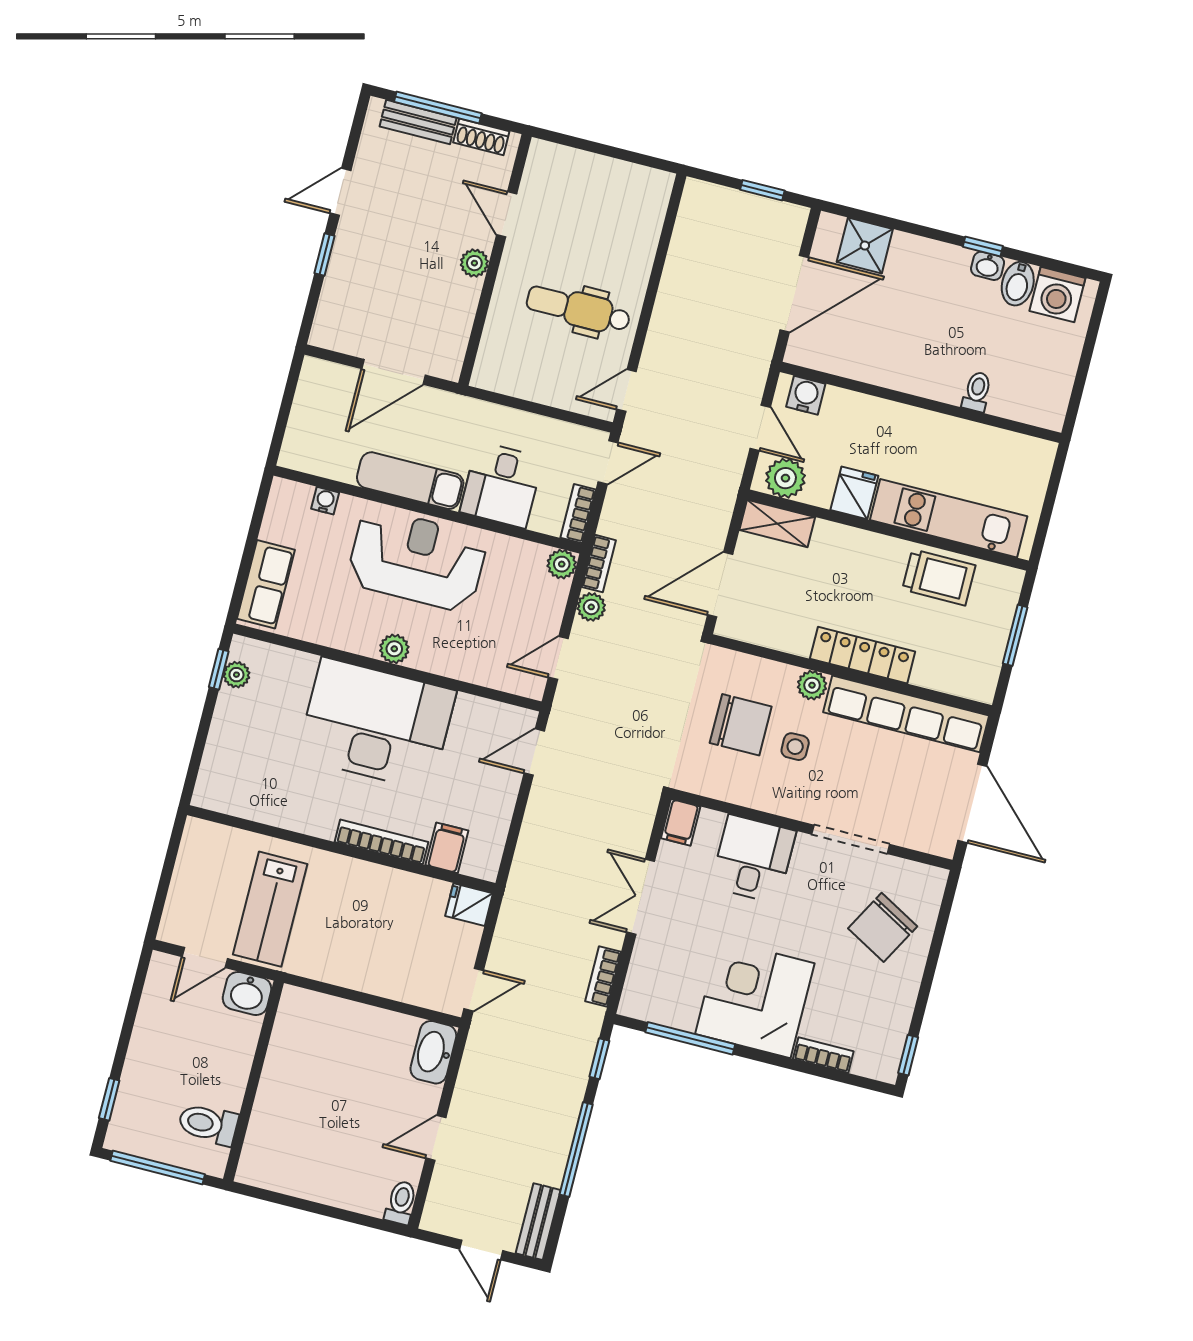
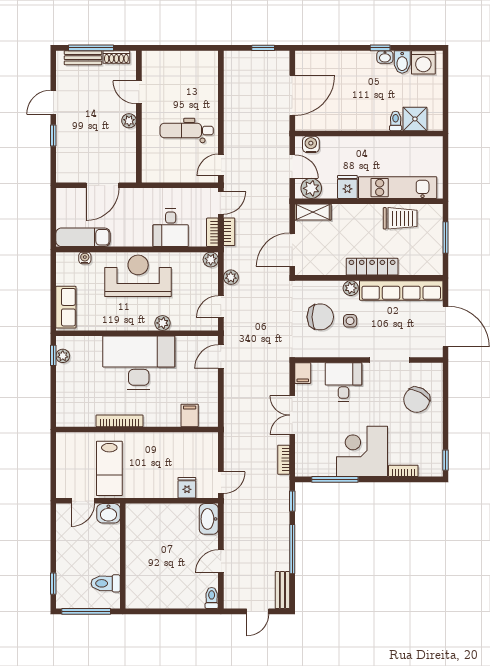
shower: (865, 246) -> (415, 119), moved
exam couch: (410, 481) -> (83, 237), moved
bookcase: (599, 564) -> (229, 232), moved
plant: (394, 649) -> (162, 323), moved
bookcase: (382, 842) -> (120, 421), moved
fridge: (469, 905) -> (187, 488), moved, turned 90
door: (481, 1250) -> (258, 611), hinge flipped

